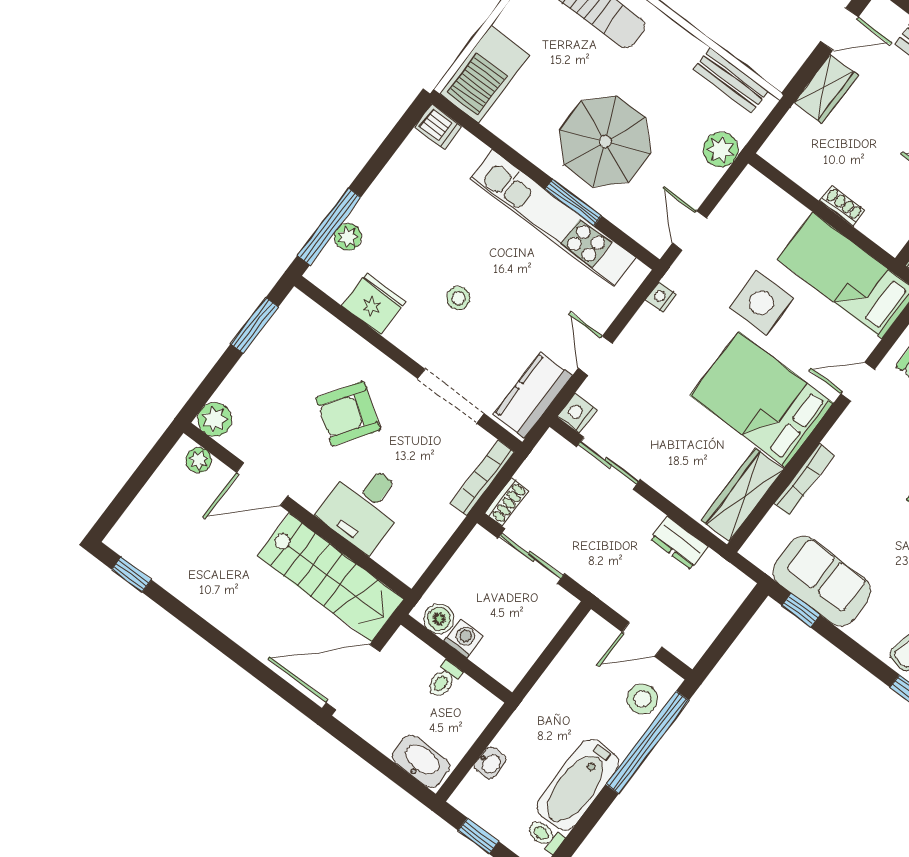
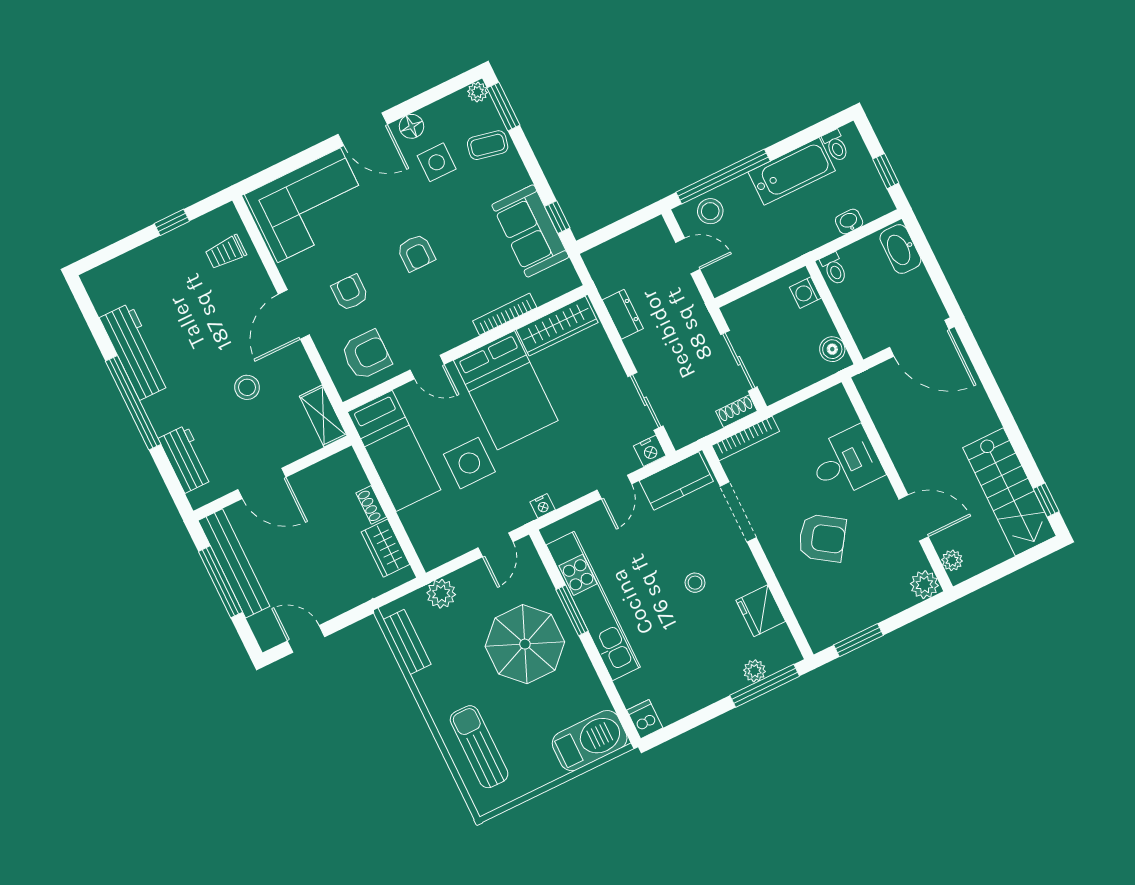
wardrobe: (826, 89) -> (386, 548), moved, turned -90
stairs: (330, 578) -> (1009, 492), moved, turned 180
washing machine: (464, 638) -> (805, 293), moved
toilet: (444, 679) -> (834, 269), moved, turned 90

